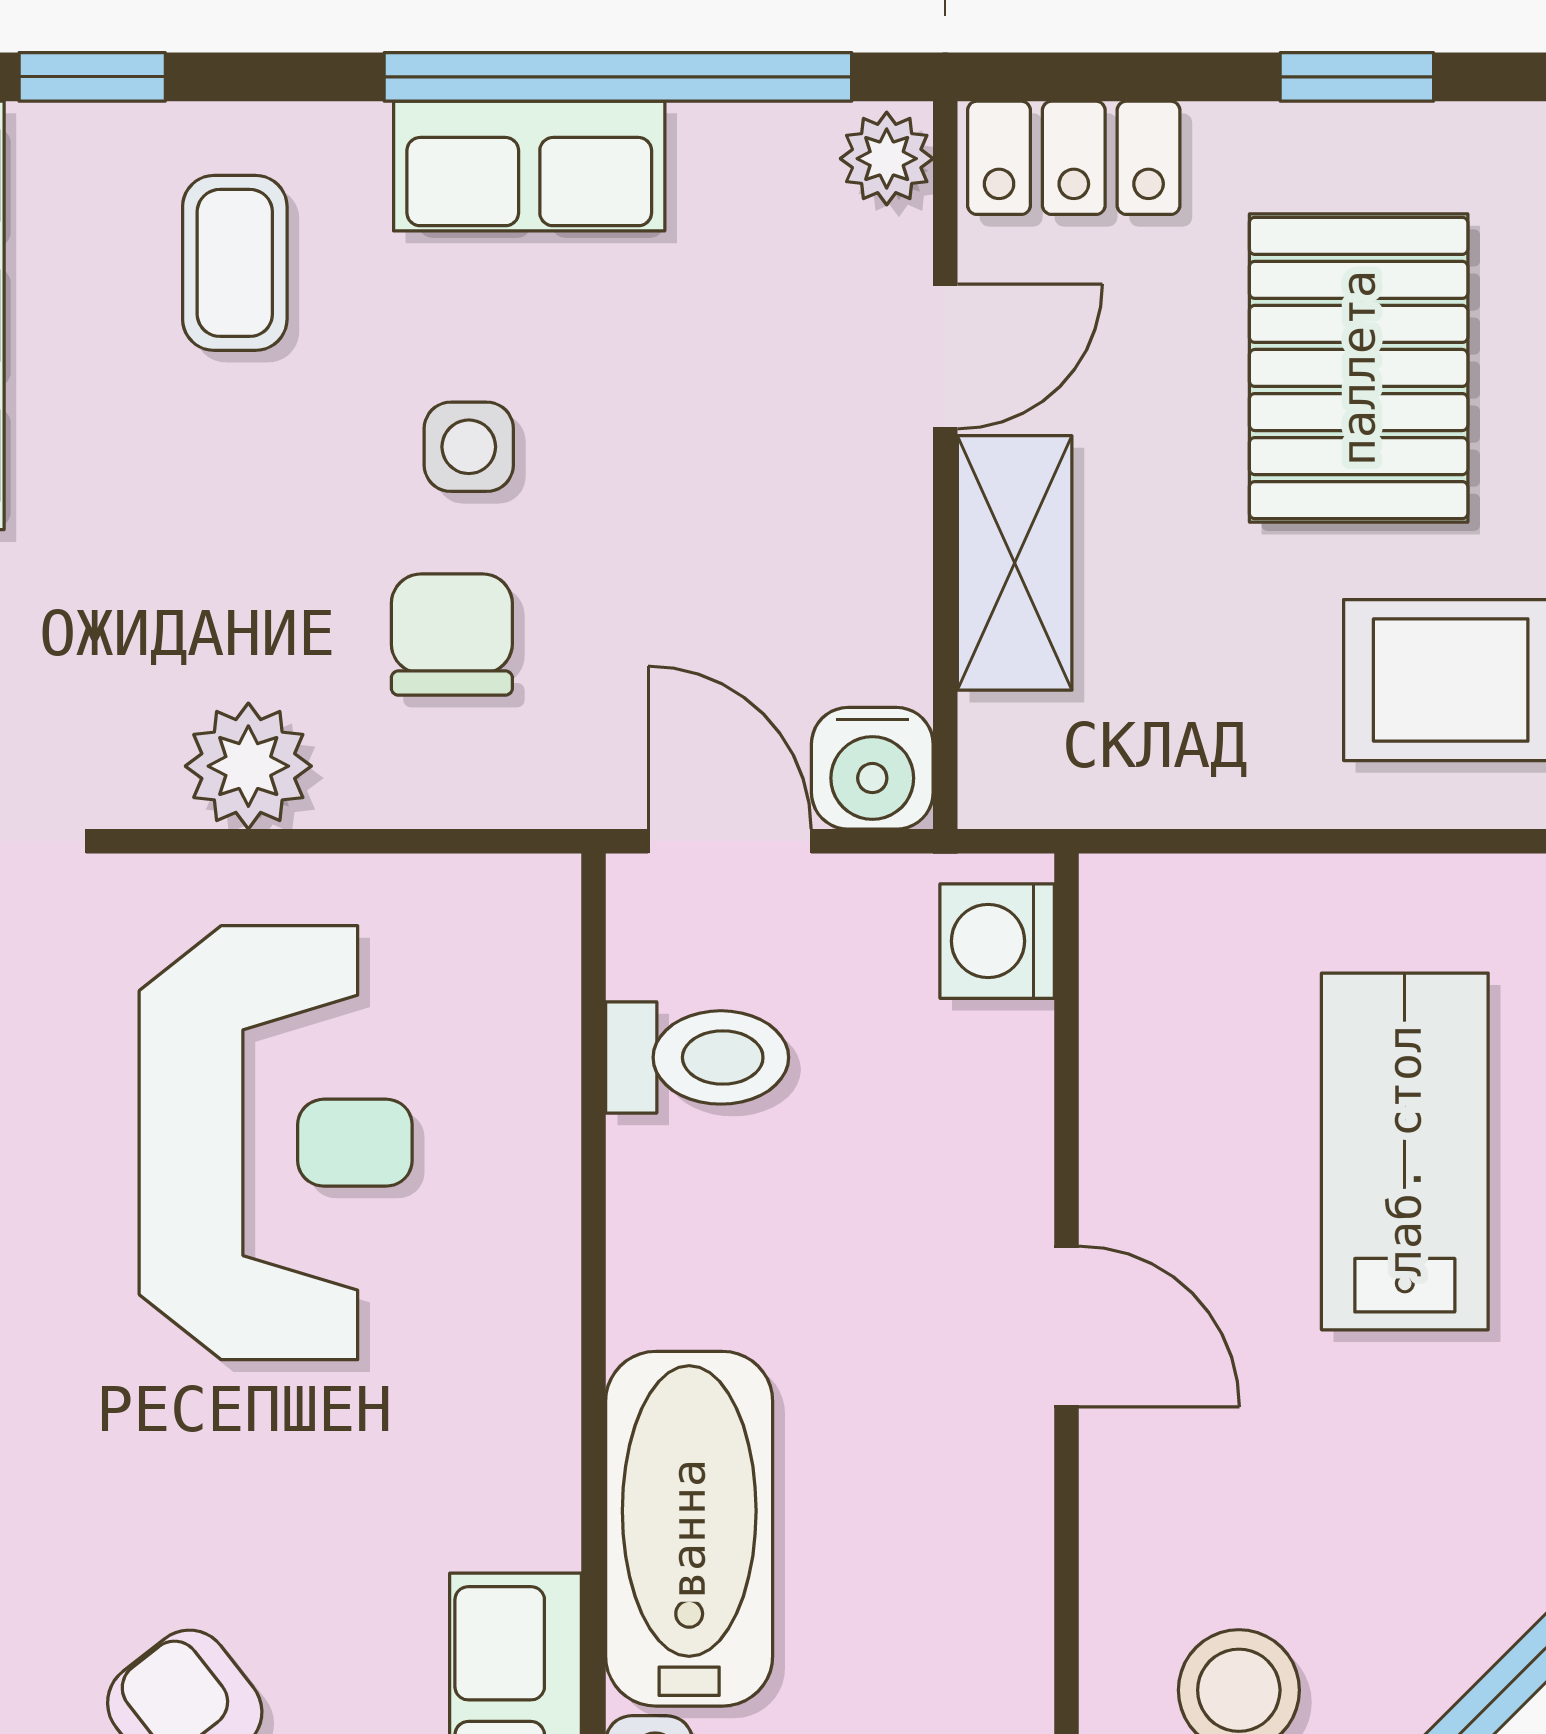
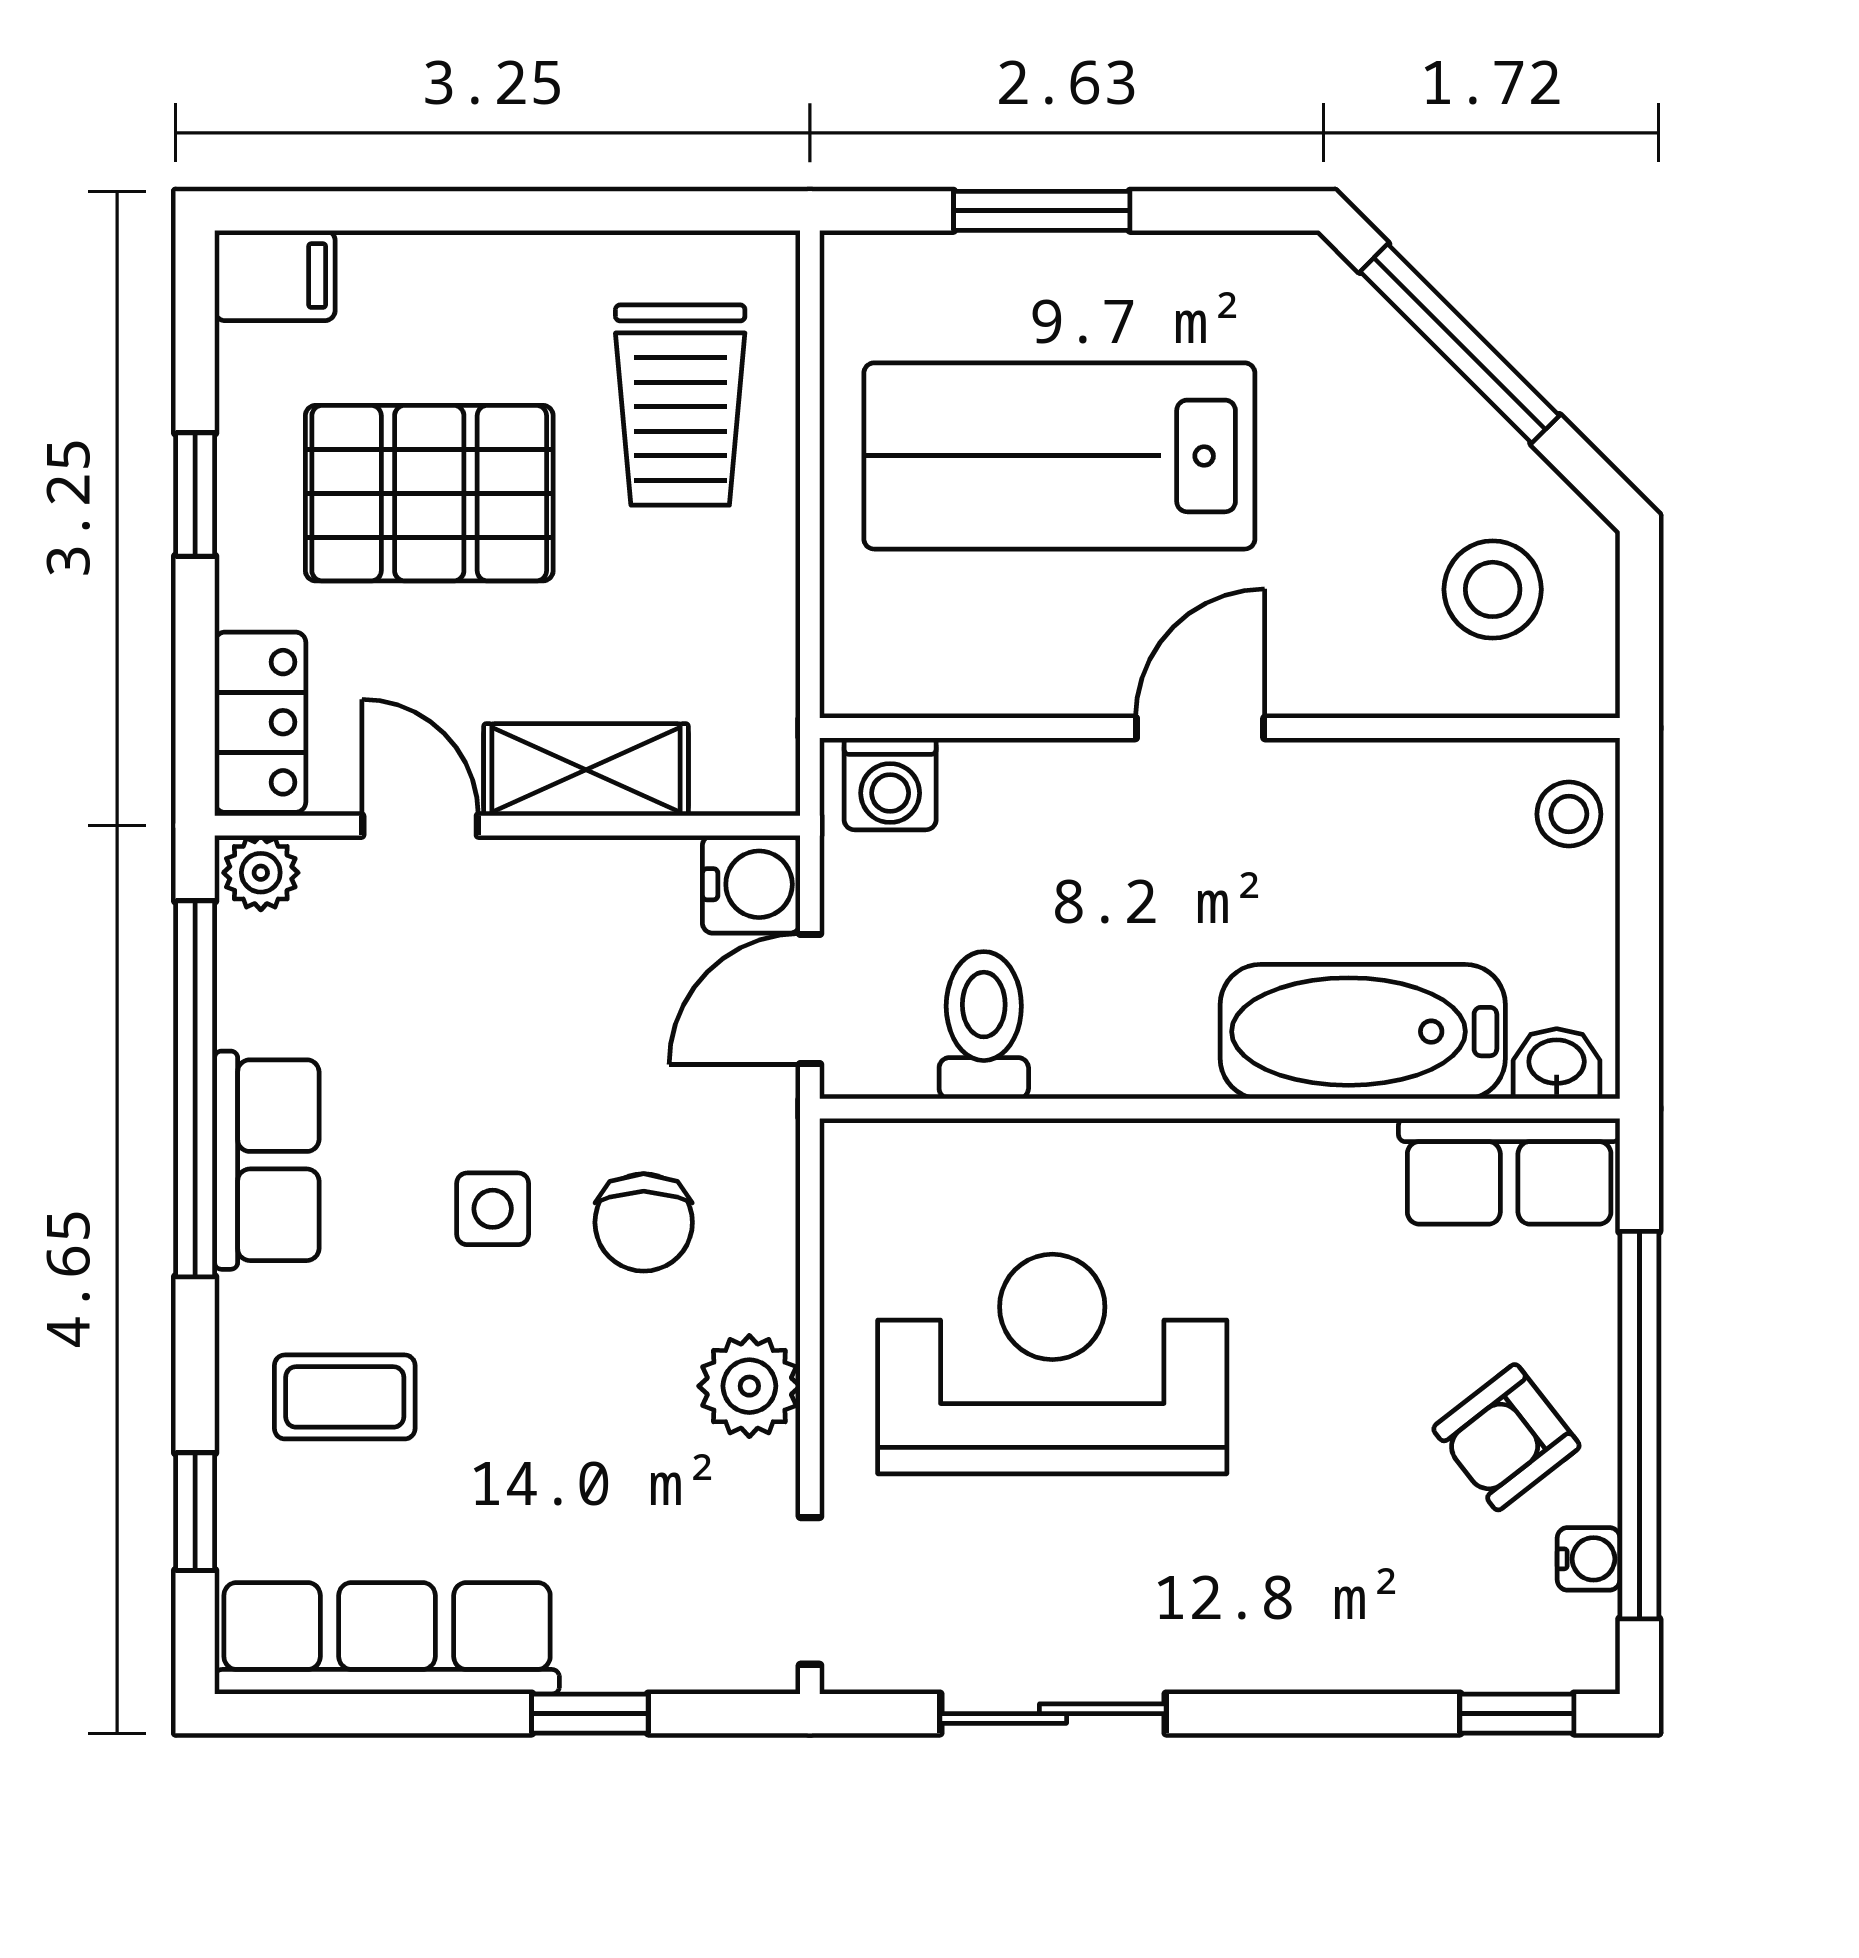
chair: (452, 635) -> (644, 1222), turned -90
lab bench: (1405, 1151) -> (1059, 456), width x1.36, depth x1.39

